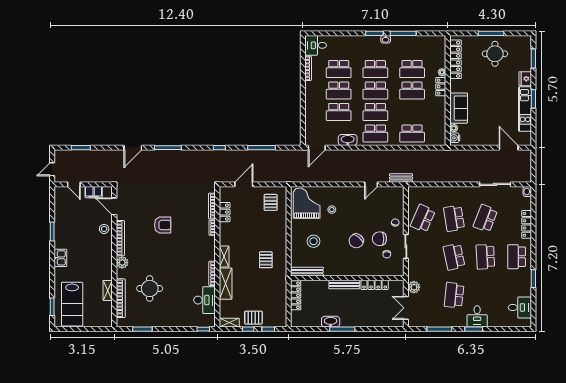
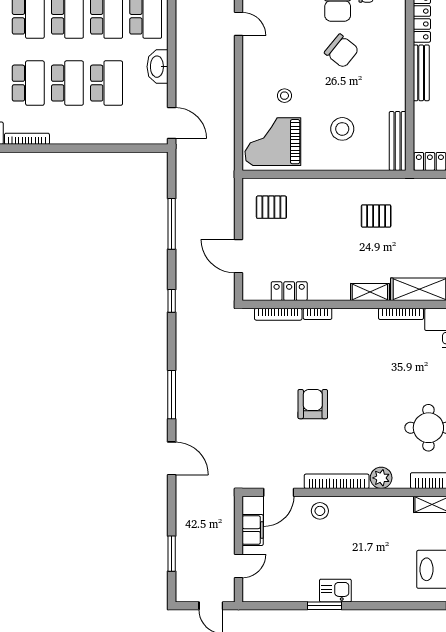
kitchen sink: (60, 258) -> (335, 591), moved

